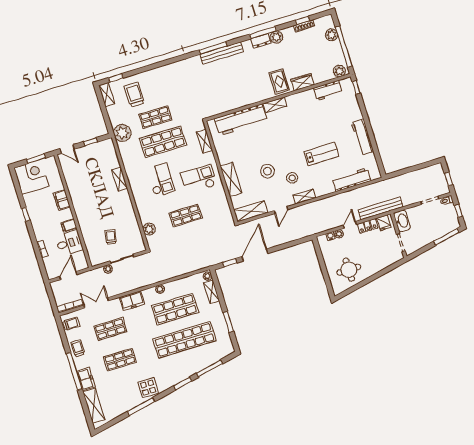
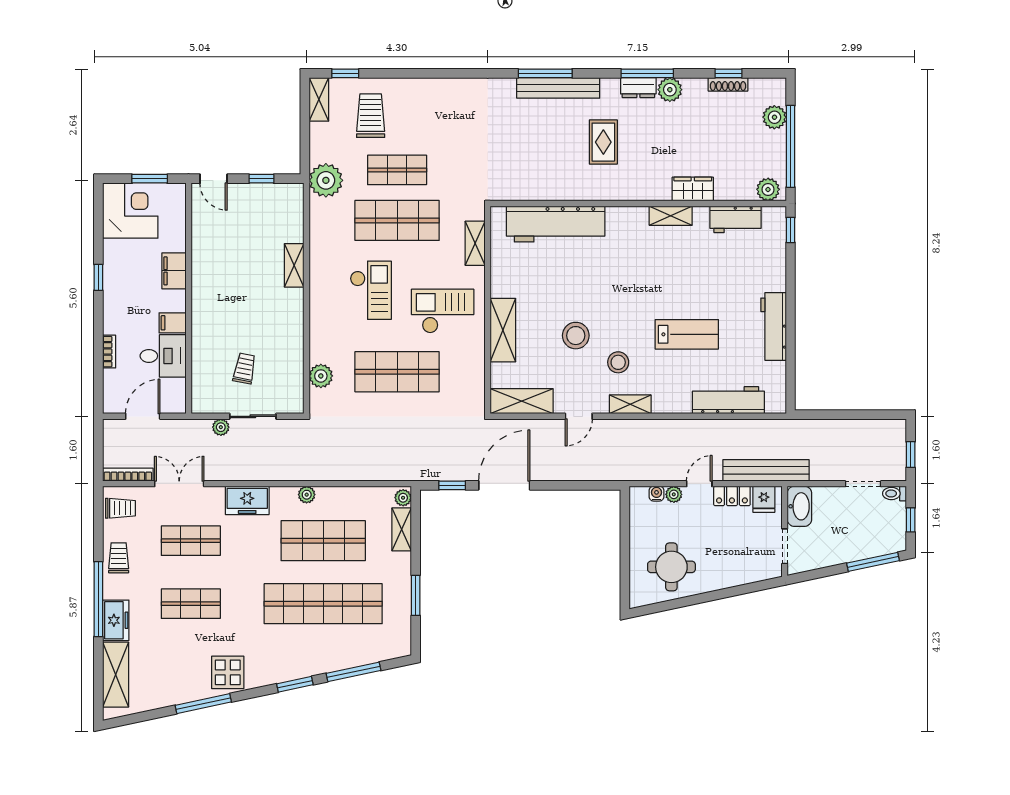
rug: (279, 81) -> (603, 142), moved
shelving: (275, 105) -> (671, 216), moved
shop shelf: (186, 216) -> (397, 372), width x1.43, depth x1.36

